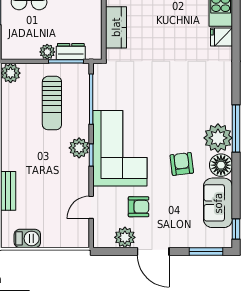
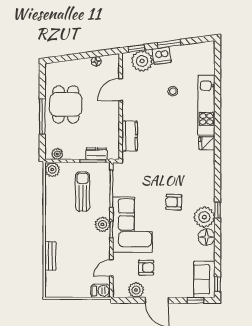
plant: (47, 52) -> (57, 154), moved
sun lounger: (52, 103) -> (83, 192), turned 180
window: (236, 128) -> (218, 210), width x0.46
armchair: (182, 164) -> (174, 202), moved, turned -81
sofa: (218, 203) -> (204, 279), moved
barbecue: (27, 238) -> (100, 291), moved
window: (206, 251) -> (196, 300), width x0.67

